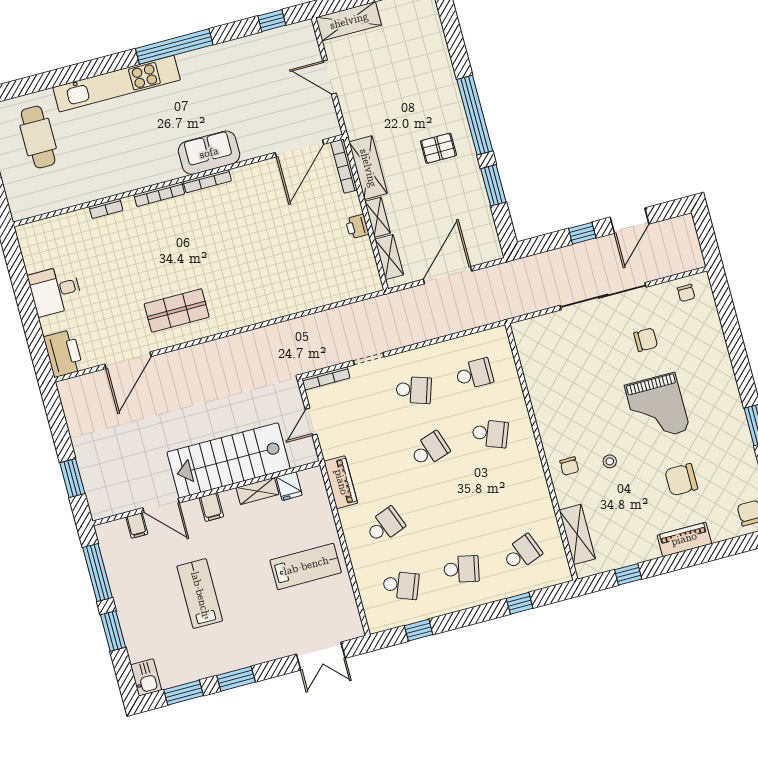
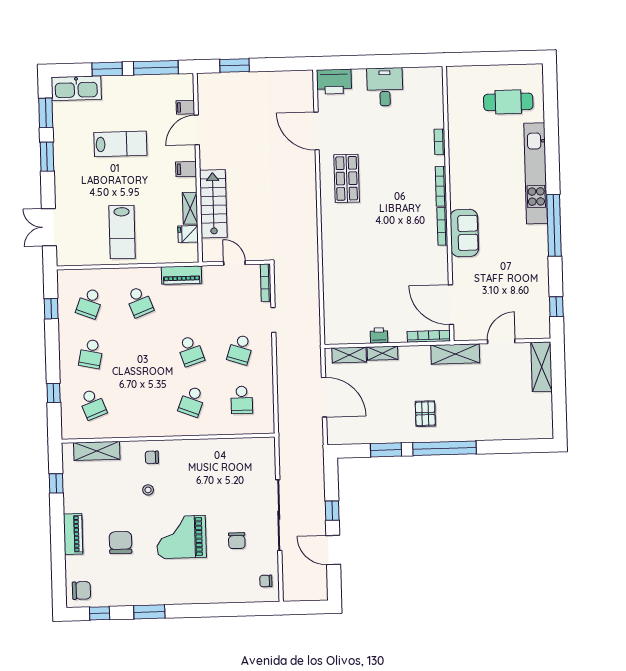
shelving: (368, 168) -> (455, 354), moved
stairs: (229, 460) -> (213, 204), width x0.73, depth x0.66
kitchen sink: (146, 677) -> (76, 88), width x1.87, depth x1.24

